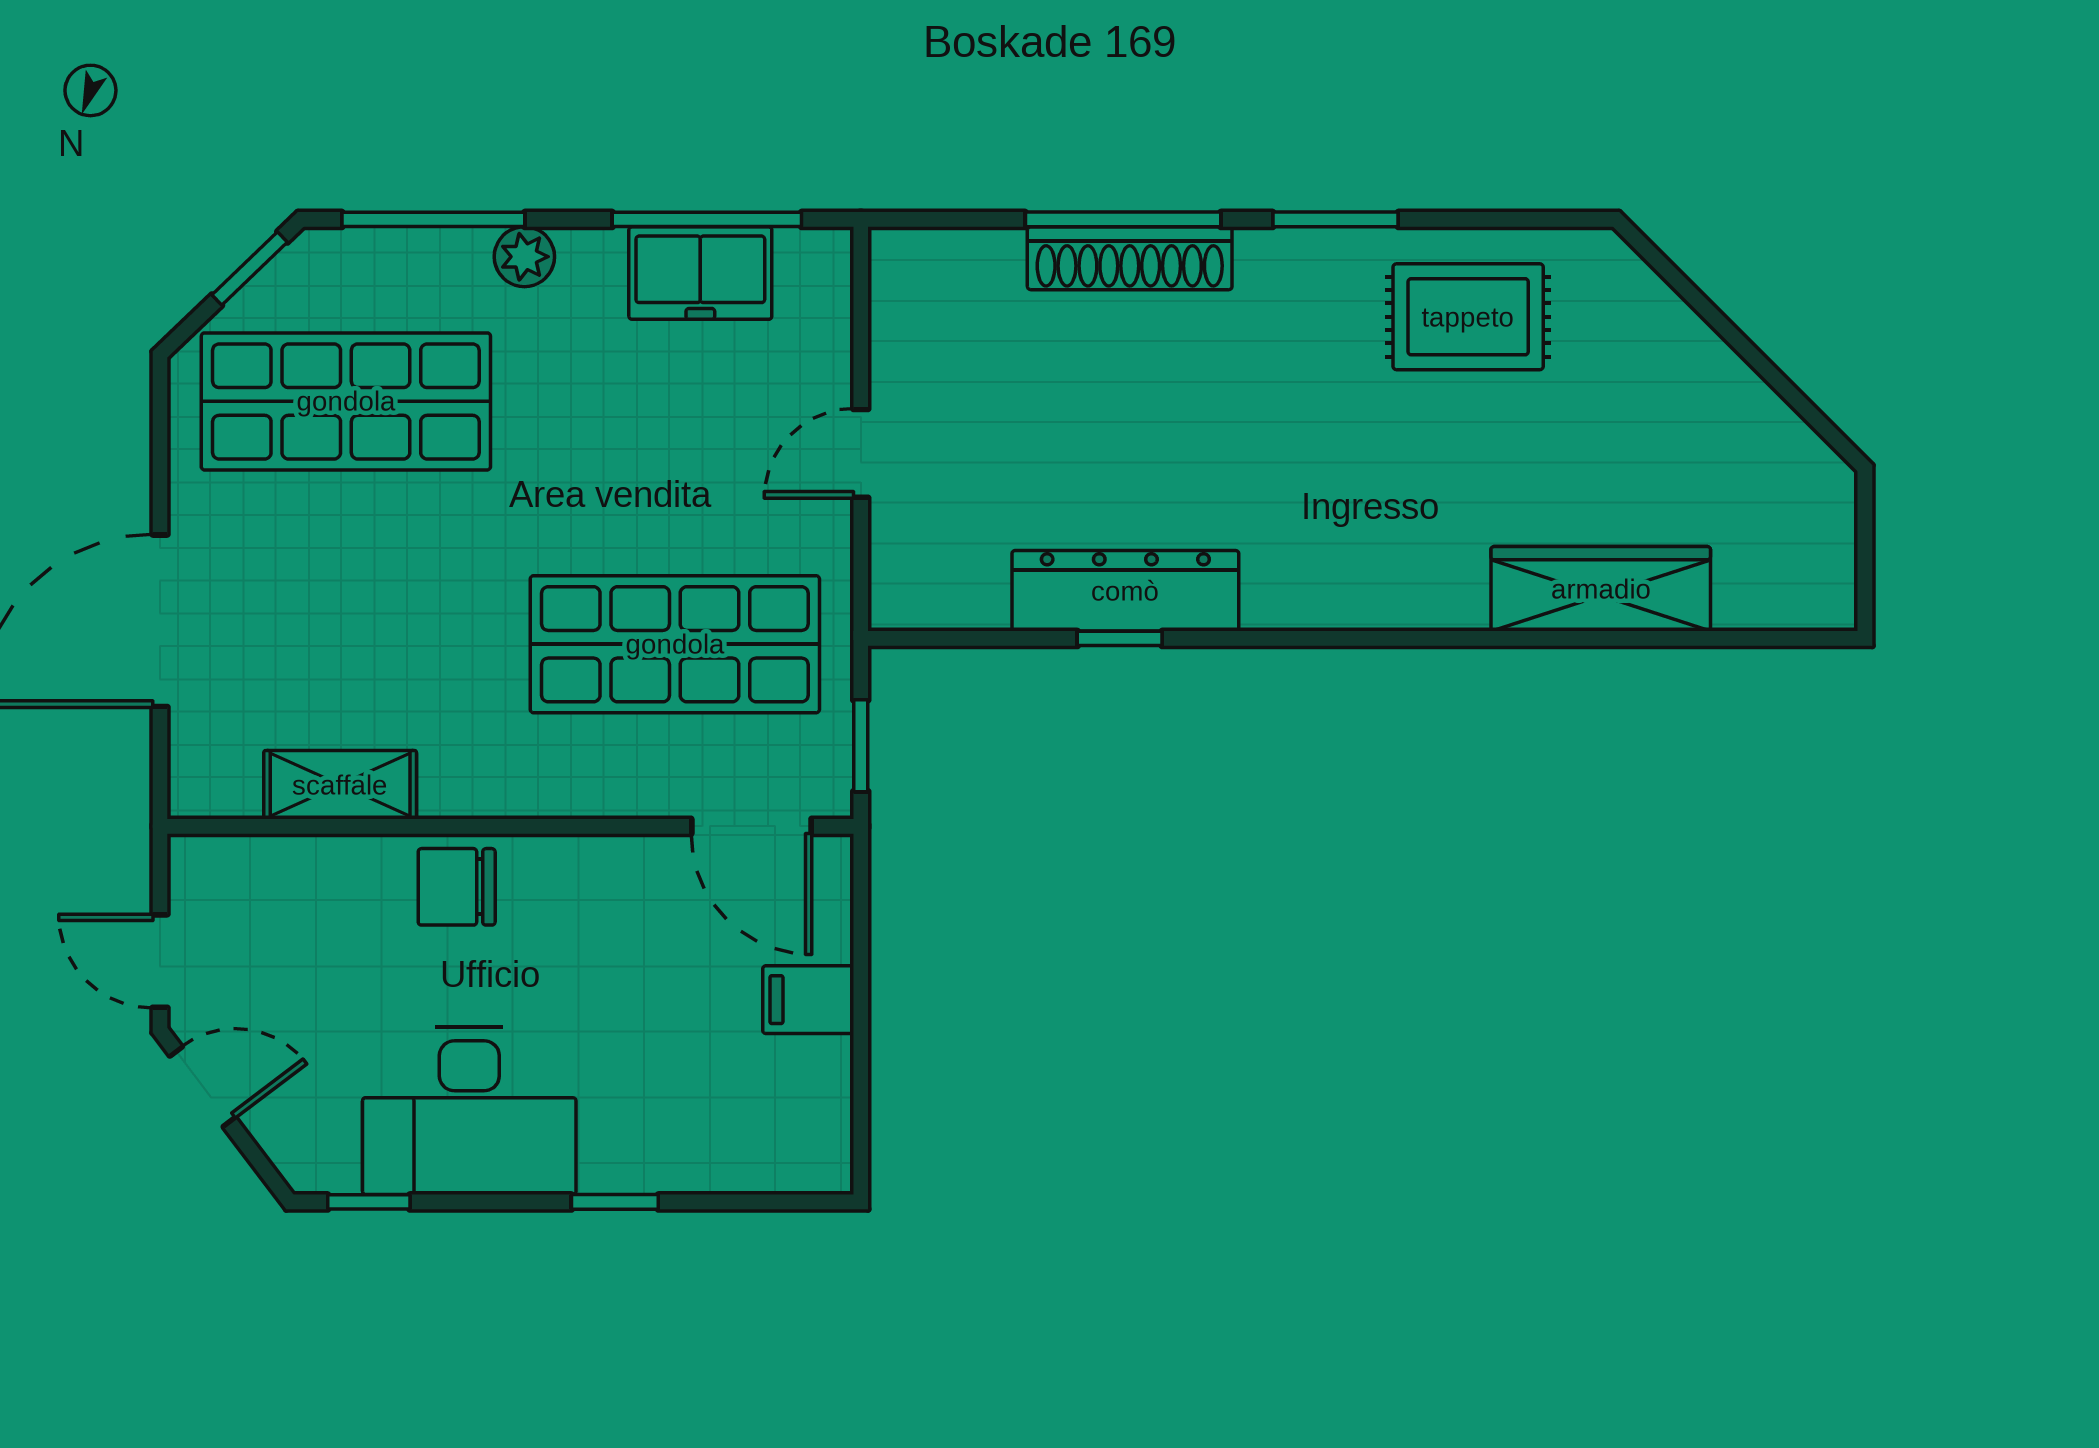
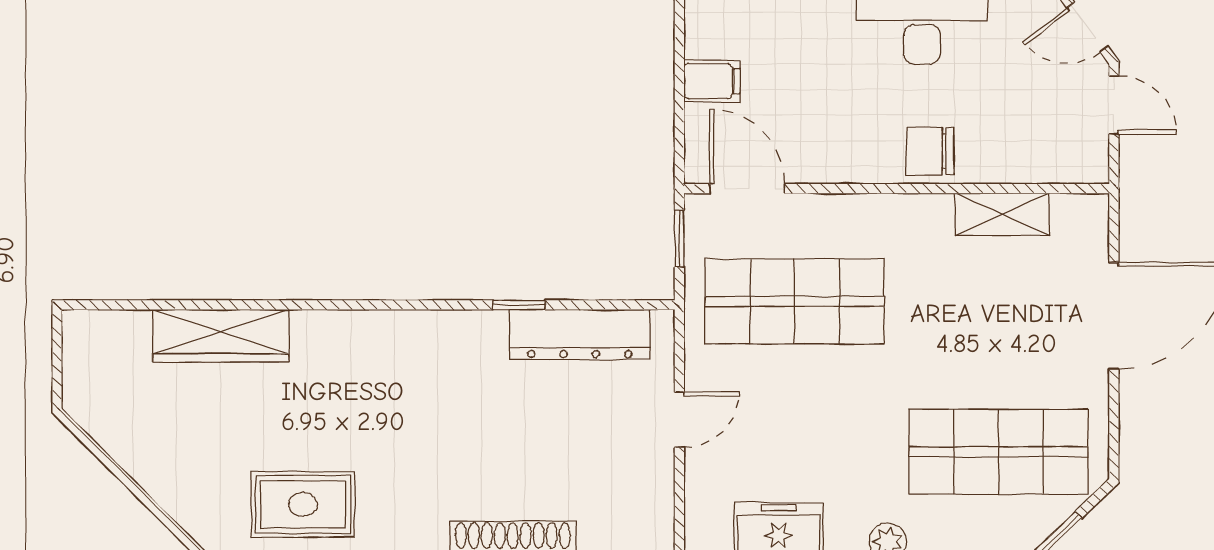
dresser: (1125, 591) -> (580, 334), moved
chair: (457, 887) -> (930, 151), turned 180

